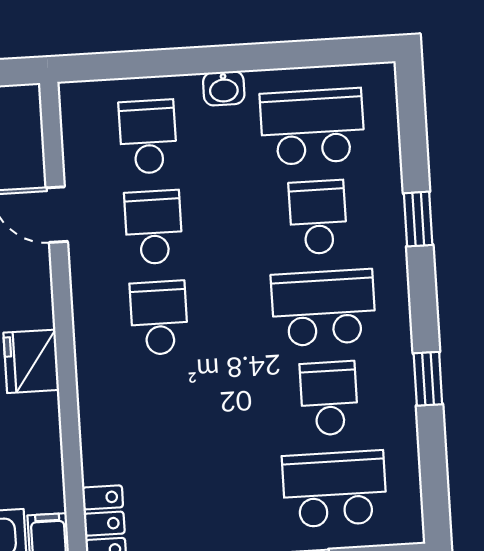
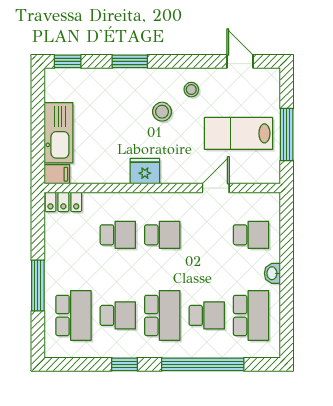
window: (418, 219) -> (203, 364), width x3.17
school desk: (153, 227) -> (118, 235), moved

